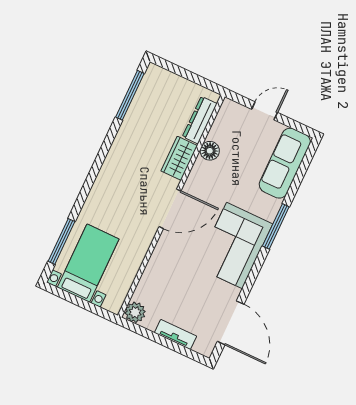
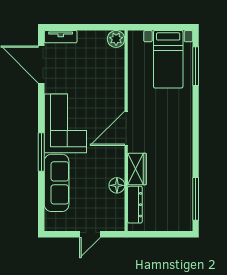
sofa: (285, 163) -> (57, 183), moved
tv unit: (175, 334) -> (61, 37), moved

